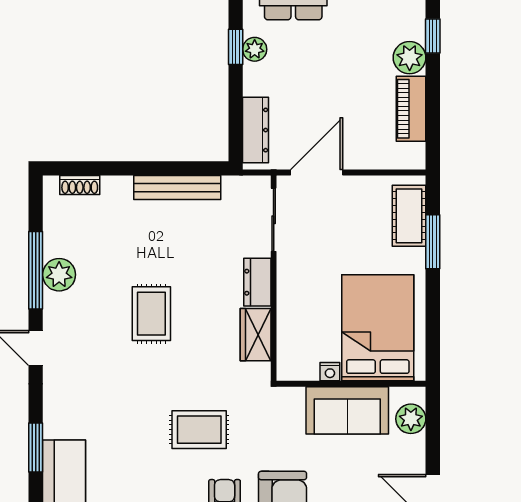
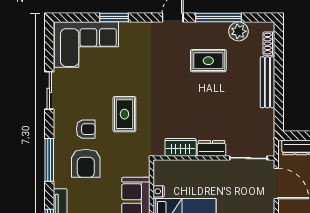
bench: (177, 187) -> (267, 82), moved
plant: (59, 275) -> (239, 31), moved
rug: (151, 314) -> (208, 61), moved

